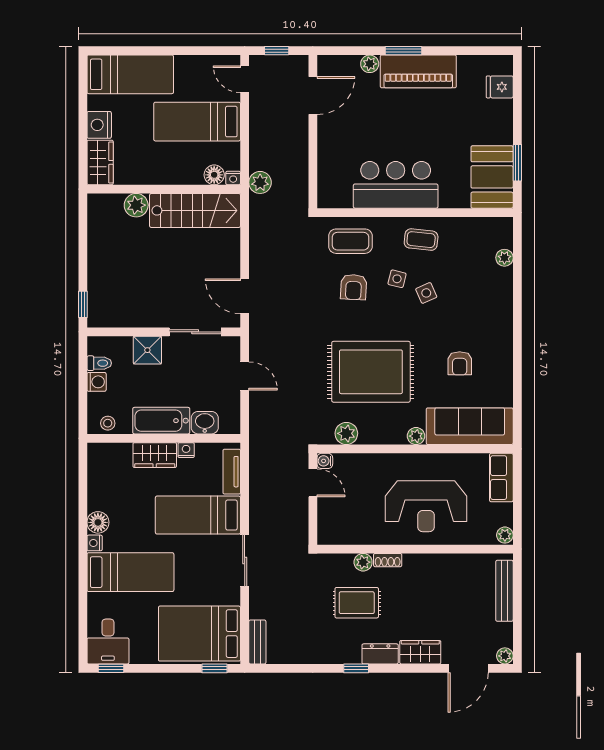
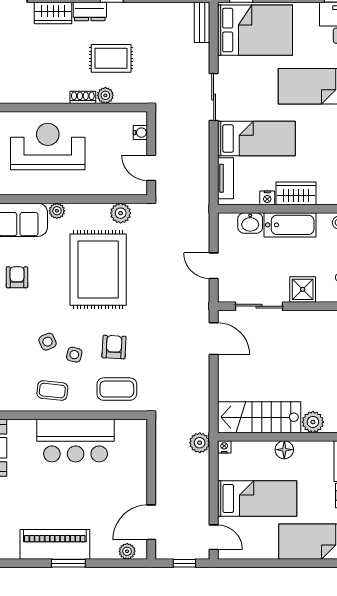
plant: (370, 64) -> (127, 551), moved
floor lamp: (214, 175) -> (284, 450), moved
rug: (371, 372) -> (98, 270), turned 90
water cooler: (325, 461) -> (140, 133), moved

